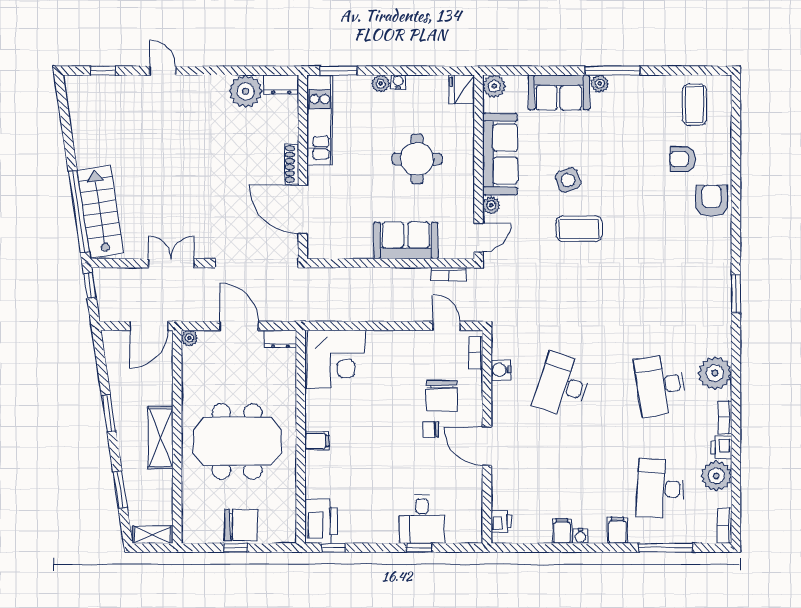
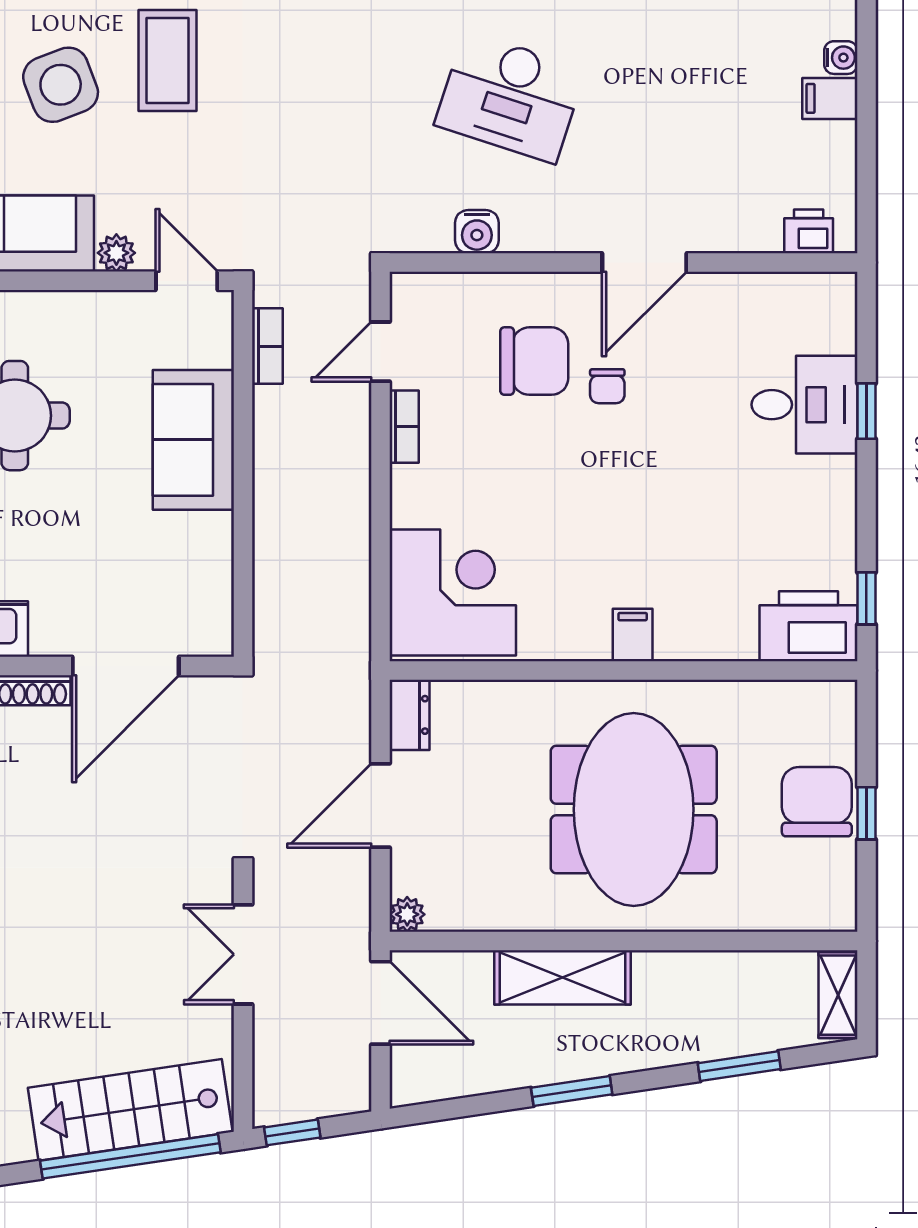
side table: (568, 180) -> (61, 85), width x1.37, depth x1.37
bookcase: (476, 353) -> (404, 427), moved, turned -90
shelving: (161, 438) -> (562, 977), moved

